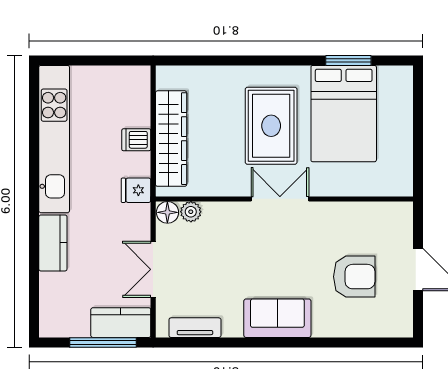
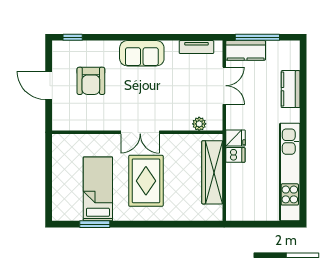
bed: (344, 114) -> (98, 189), width x0.67
dishwasher: (136, 140) -> (235, 155), moved
floor lamp: (167, 212) -> (215, 123), removed
kitchen counter: (53, 243) -> (291, 89), moved
armchair: (354, 277) -> (91, 81), turned -90
window: (382, 342) -> (73, 37), added

